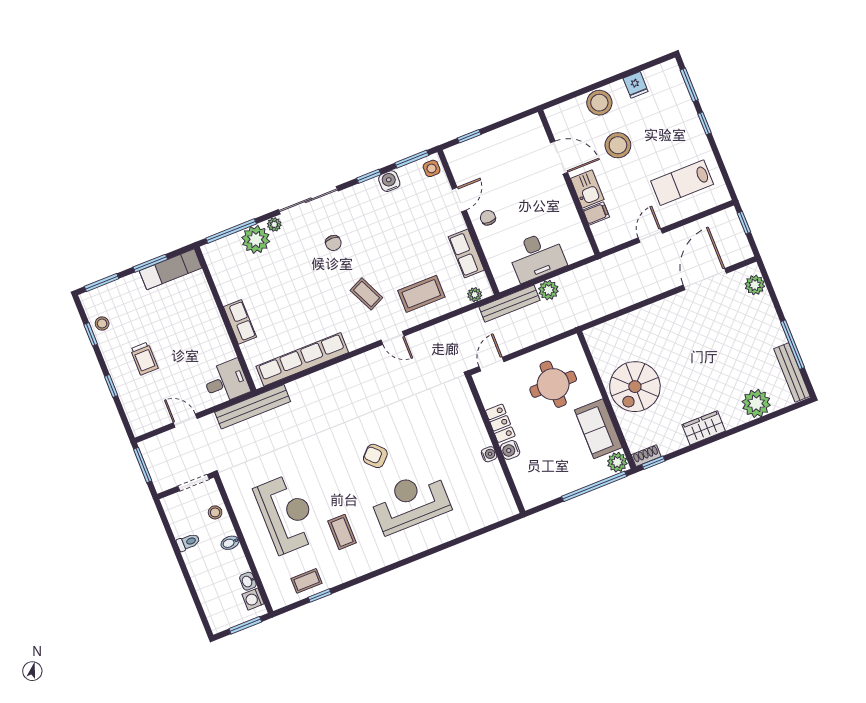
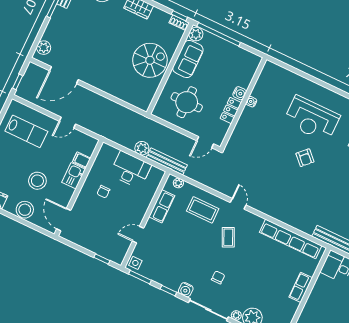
door: (559, 158) -> (64, 220), moved
water cooler: (389, 181) -> (186, 290), moved
chair: (488, 218) -> (103, 192), moved

